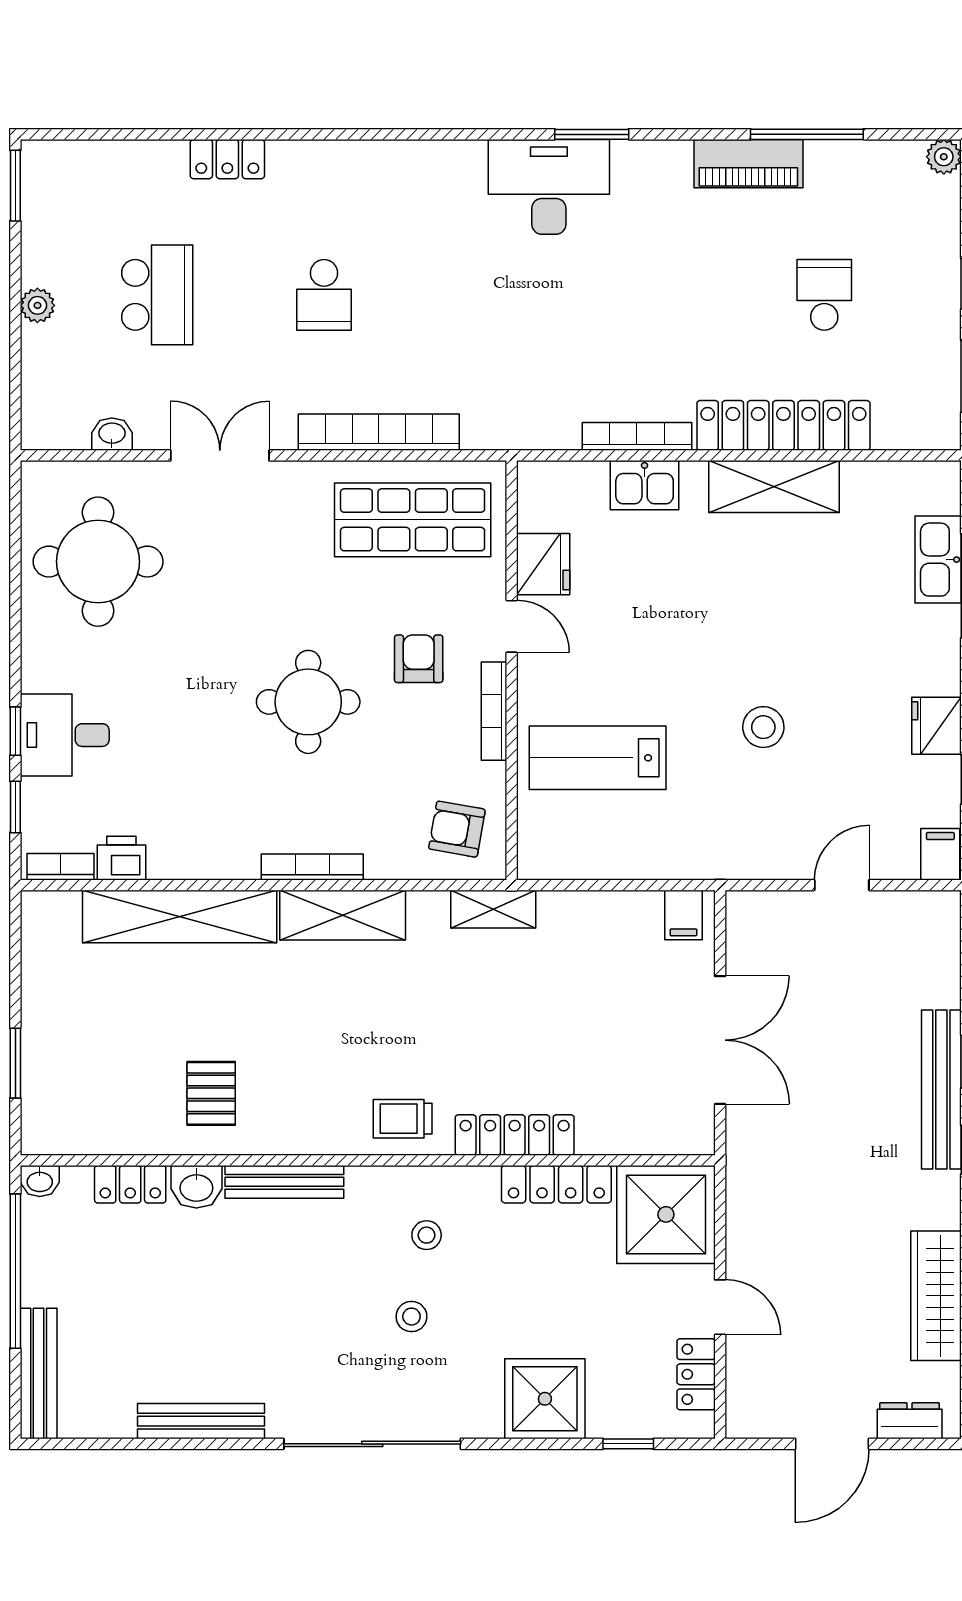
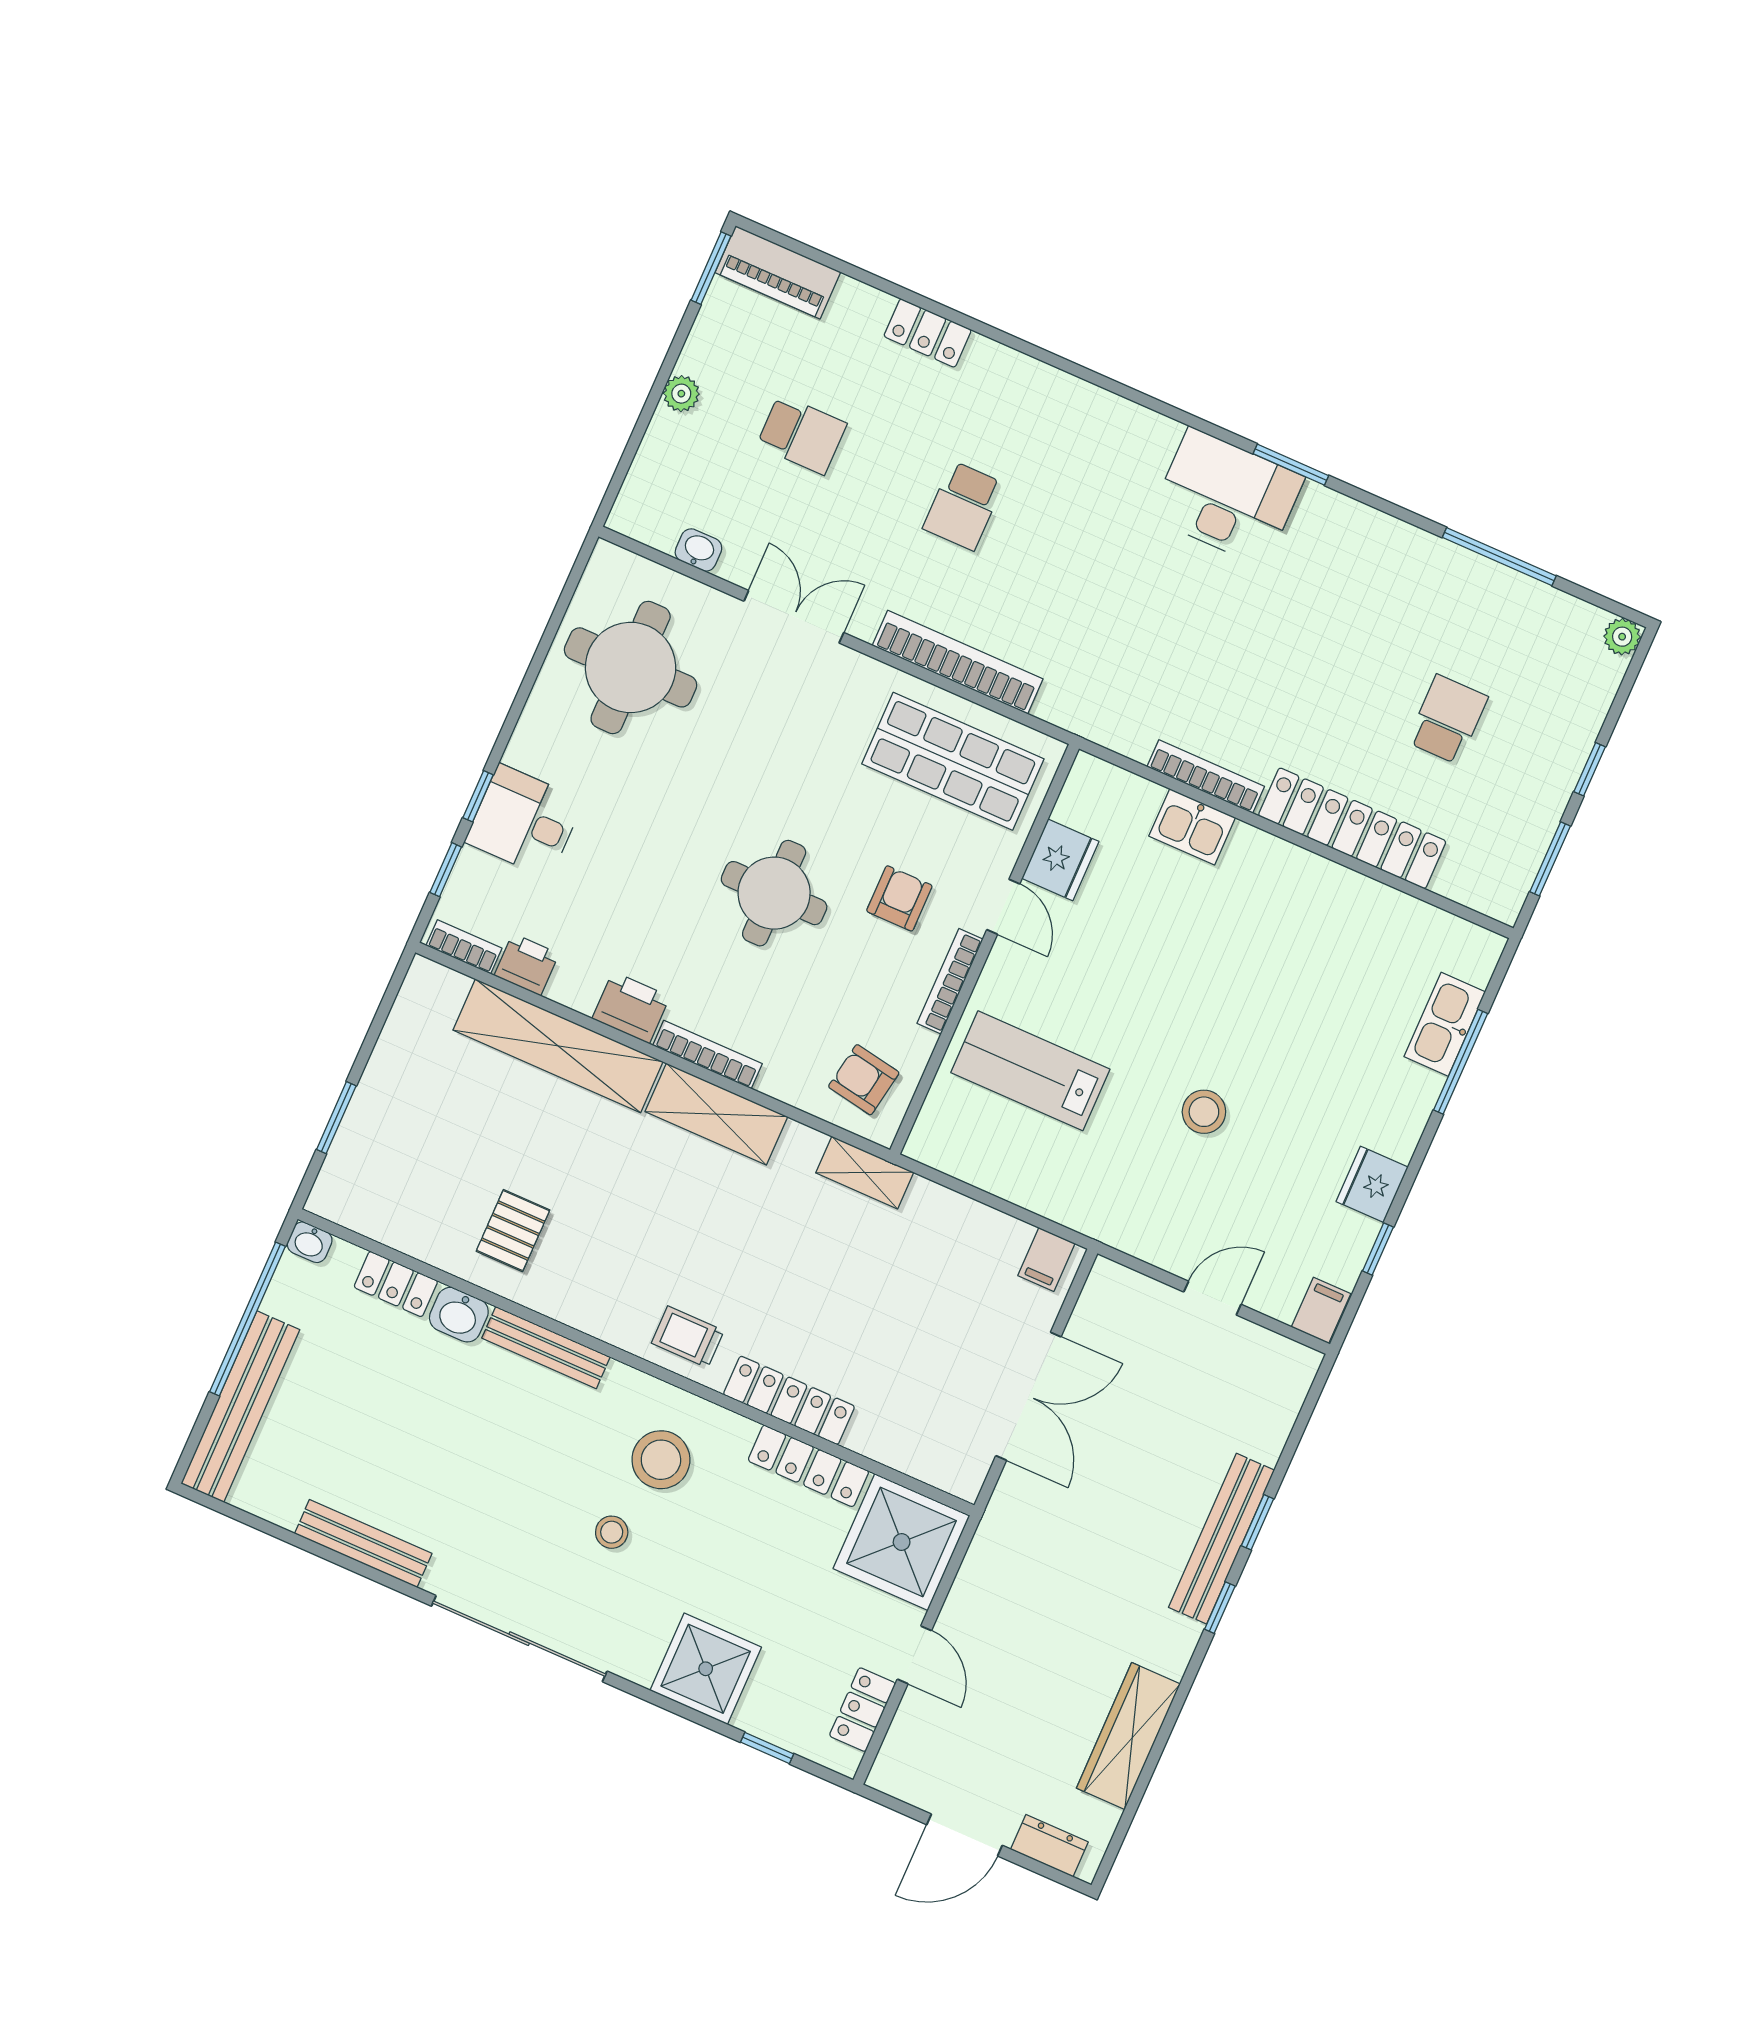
piano: (748, 164) -> (778, 272), moved
school desk: (157, 295) -> (802, 435), width x0.54
shelving: (774, 487) -> (1317, 883), removed
printer: (228, 855) -> (631, 1007), added
stool: (427, 1235) -> (661, 1460), width x1.89, depth x1.89
bench: (39, 1374) -> (240, 1407), width x1.37, depth x1.21

